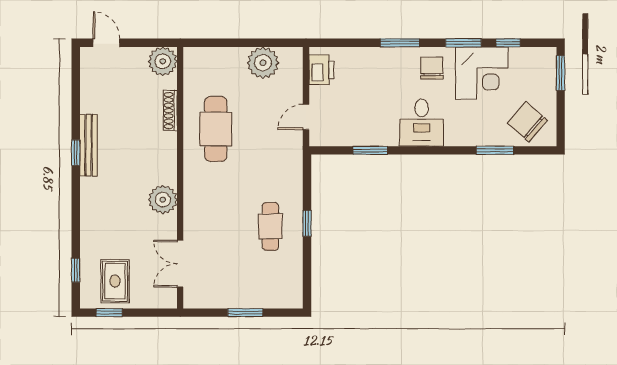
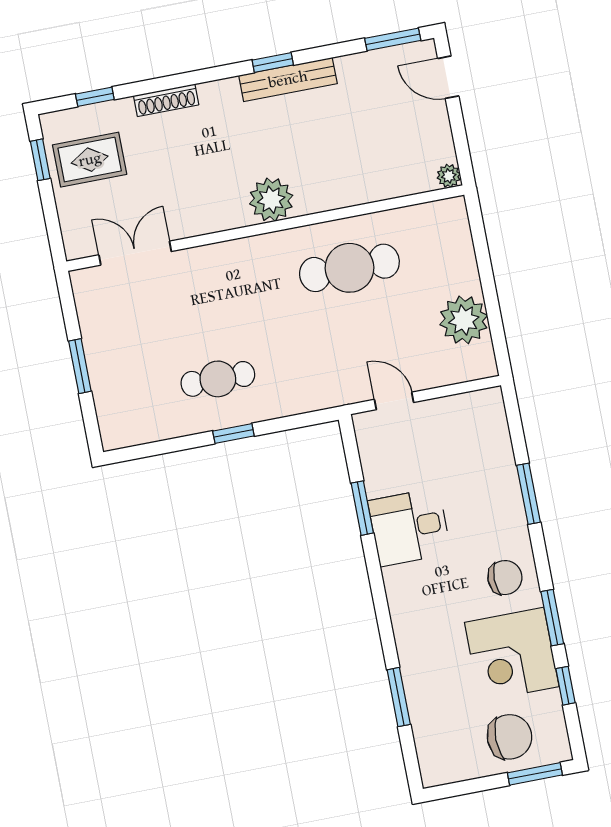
door: (107, 43) -> (448, 77), swing flipped
window: (400, 43) -> (528, 494), moved
plant: (163, 61) -> (449, 176), width x0.53, depth x0.53
printer: (321, 70) -> (470, 411), removed
window: (76, 74) -> (393, 39), added
shoe rack: (170, 111) -> (166, 100), moved, turned 180
chair: (527, 122) -> (509, 737), moved, turned 49
desk: (422, 123) -> (409, 527), moved
plant: (163, 200) -> (271, 200), moved

